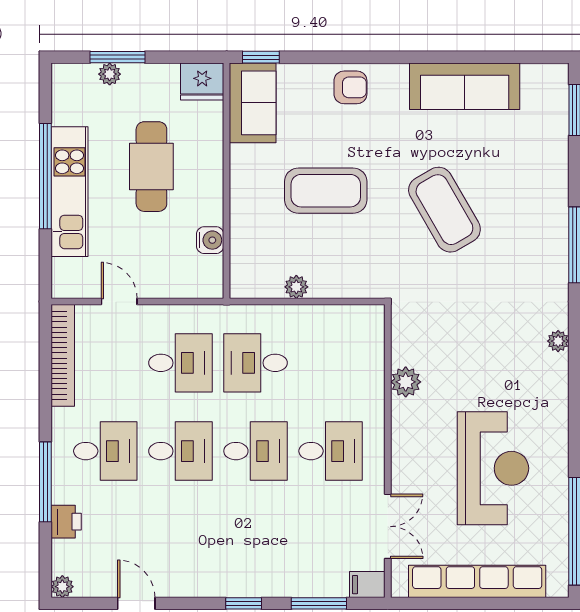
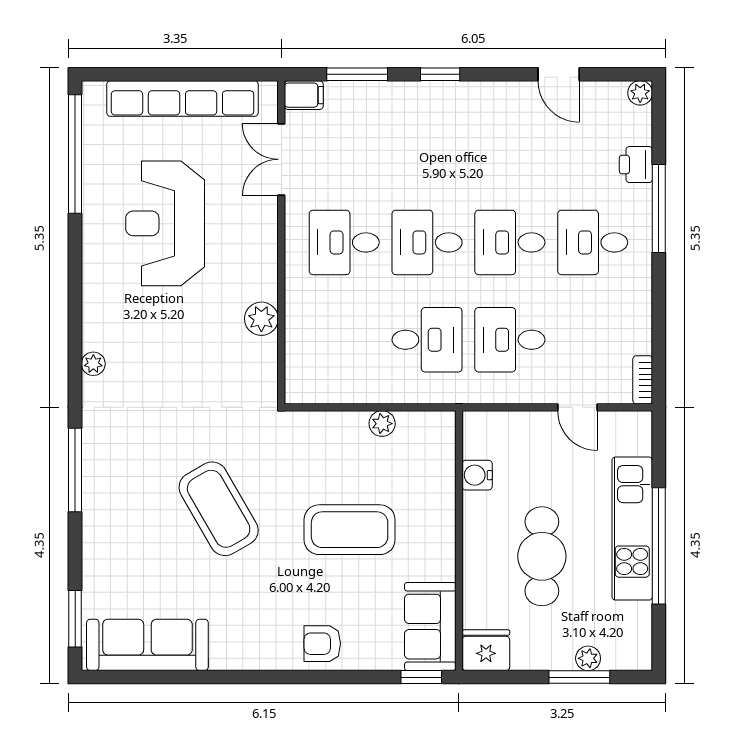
sofa: (465, 86) -> (147, 645), moved
bookcase: (63, 355) -> (643, 380), width x0.43, depth x0.76

